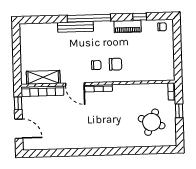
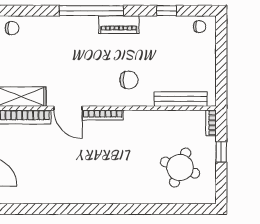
piano: (128, 26) -> (119, 25), moved
bench: (76, 27) -> (181, 99), moved
chair: (96, 65) -> (12, 28), moved

